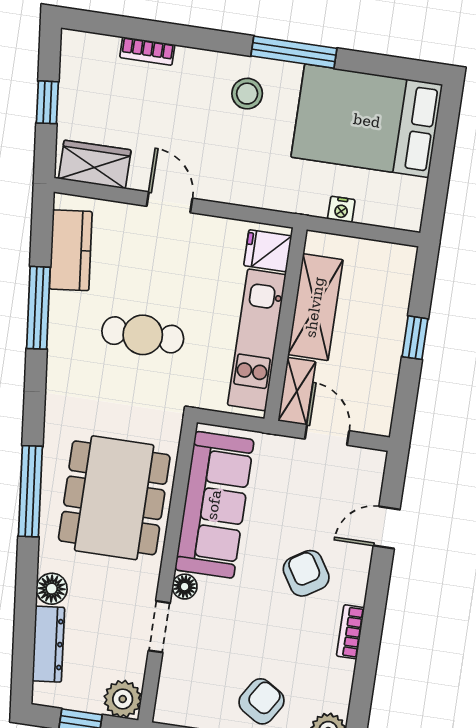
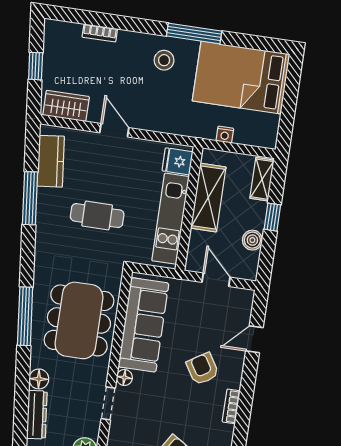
boiler: (384, 373) -> (252, 240), added
shelving: (297, 391) -> (262, 179), moved

